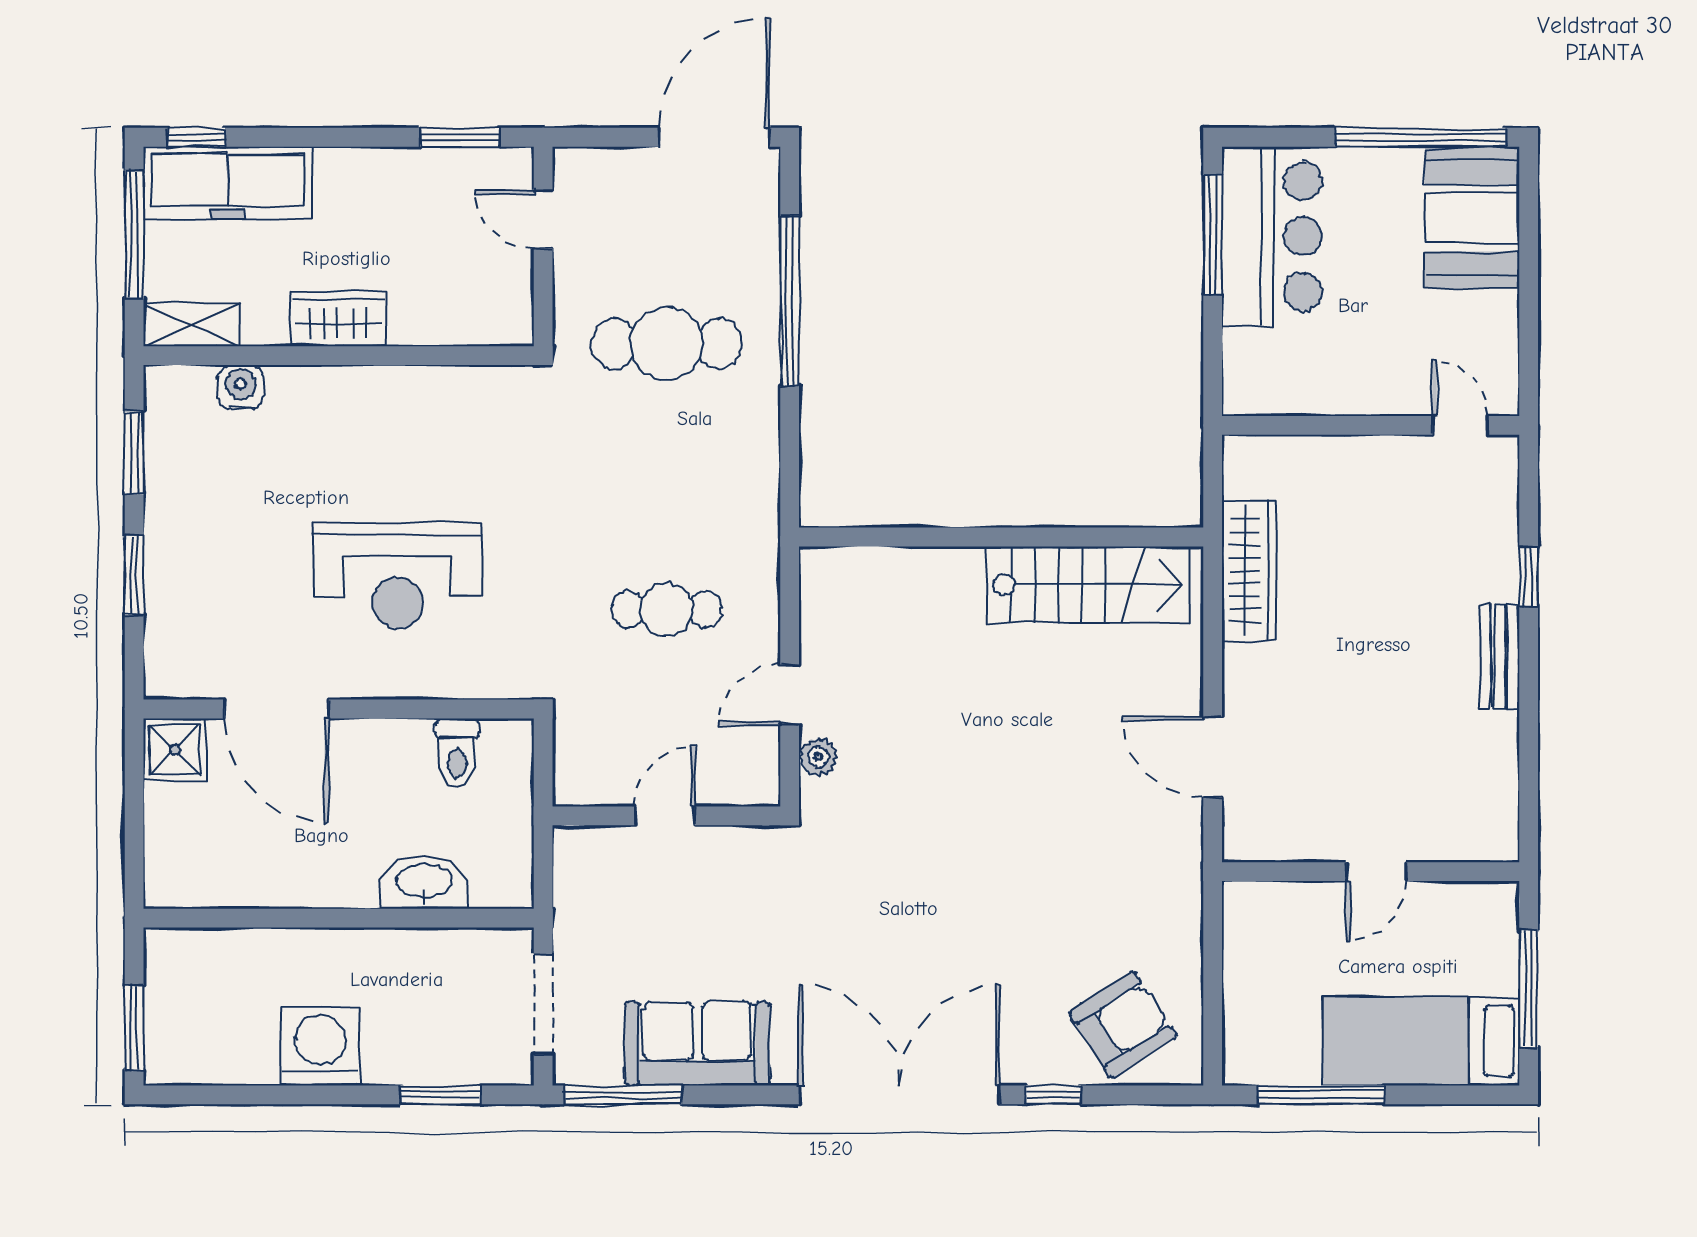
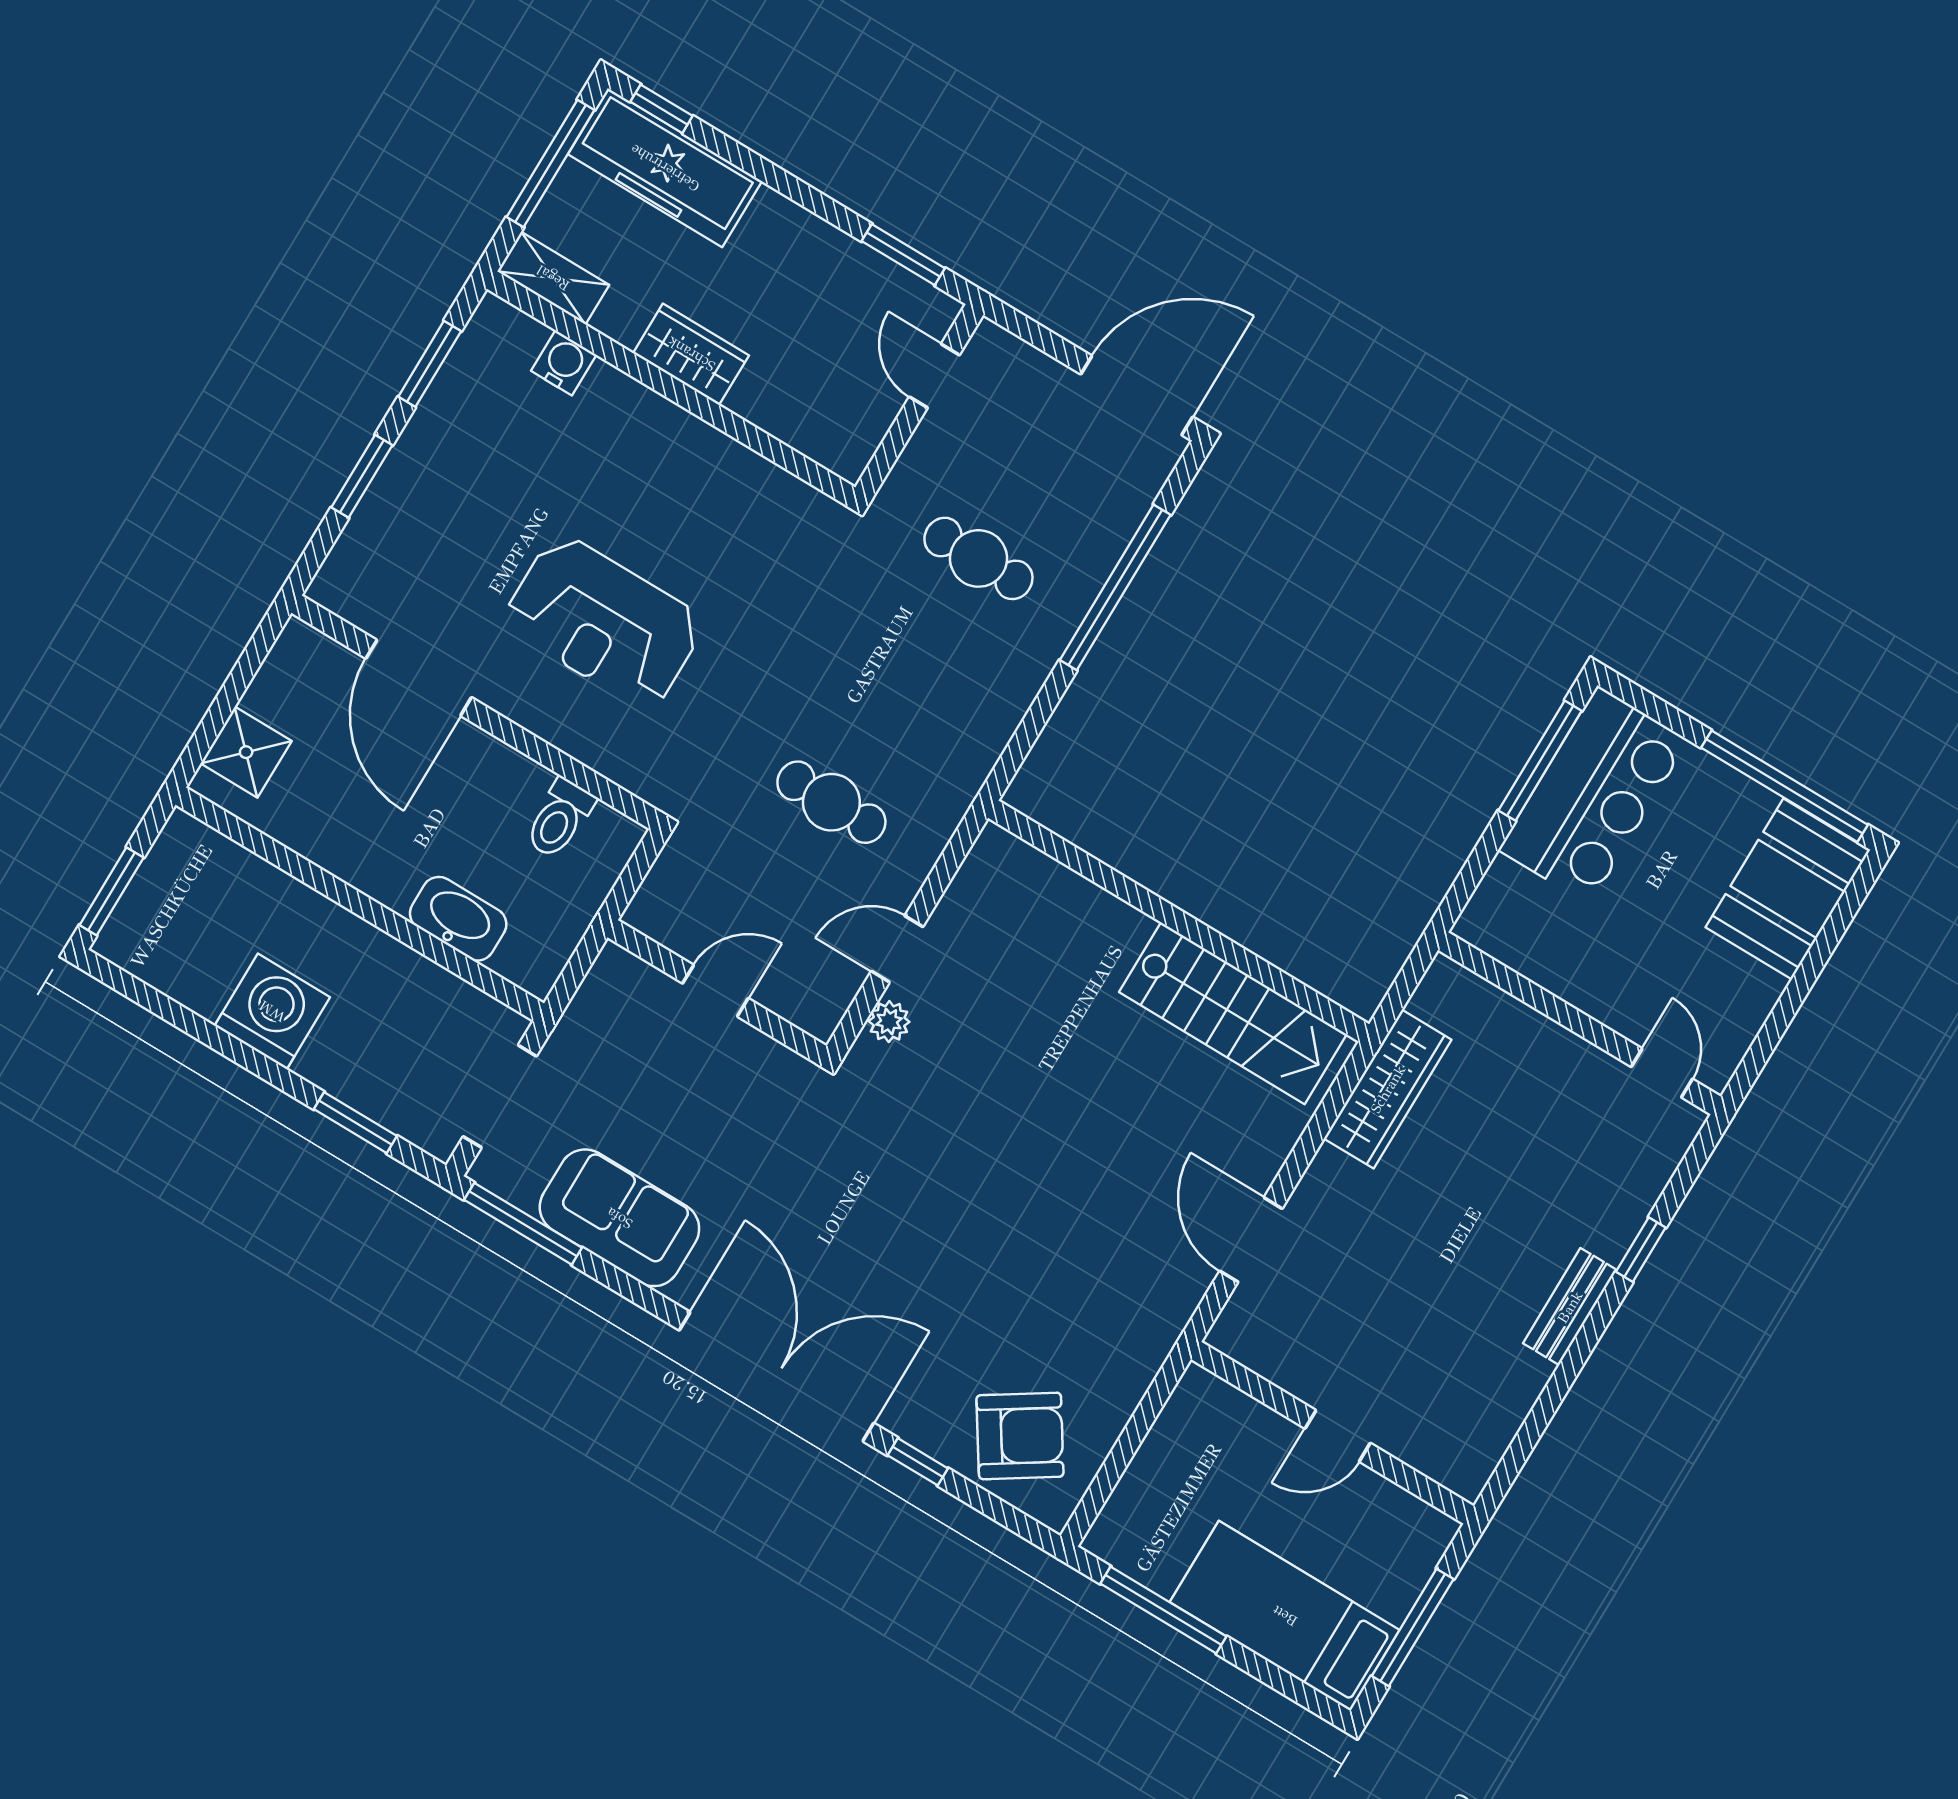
cafe table: (666, 344) -> (978, 558), width x0.73, depth x0.74
shower: (175, 749) -> (246, 752), moved

